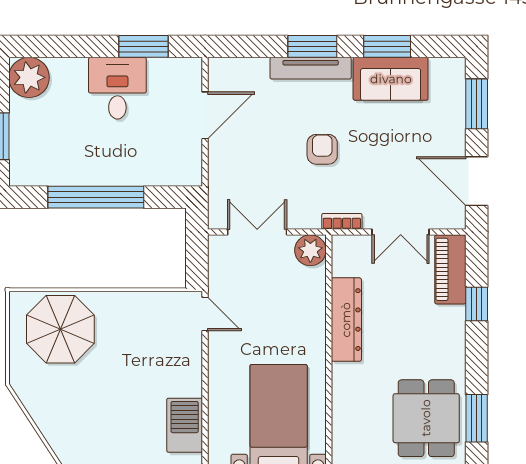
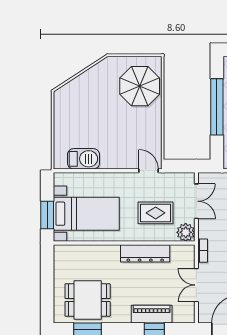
piano: (450, 269) -> (152, 314), moved
rug: (277, 302) -> (156, 213), added
door: (205, 314) -> (148, 171), swing flipped

